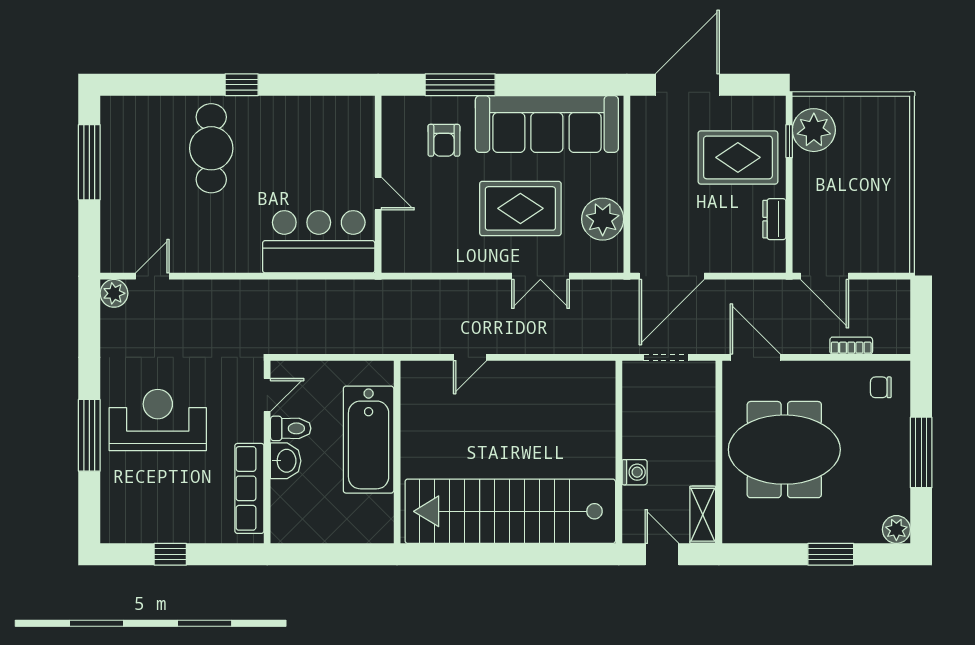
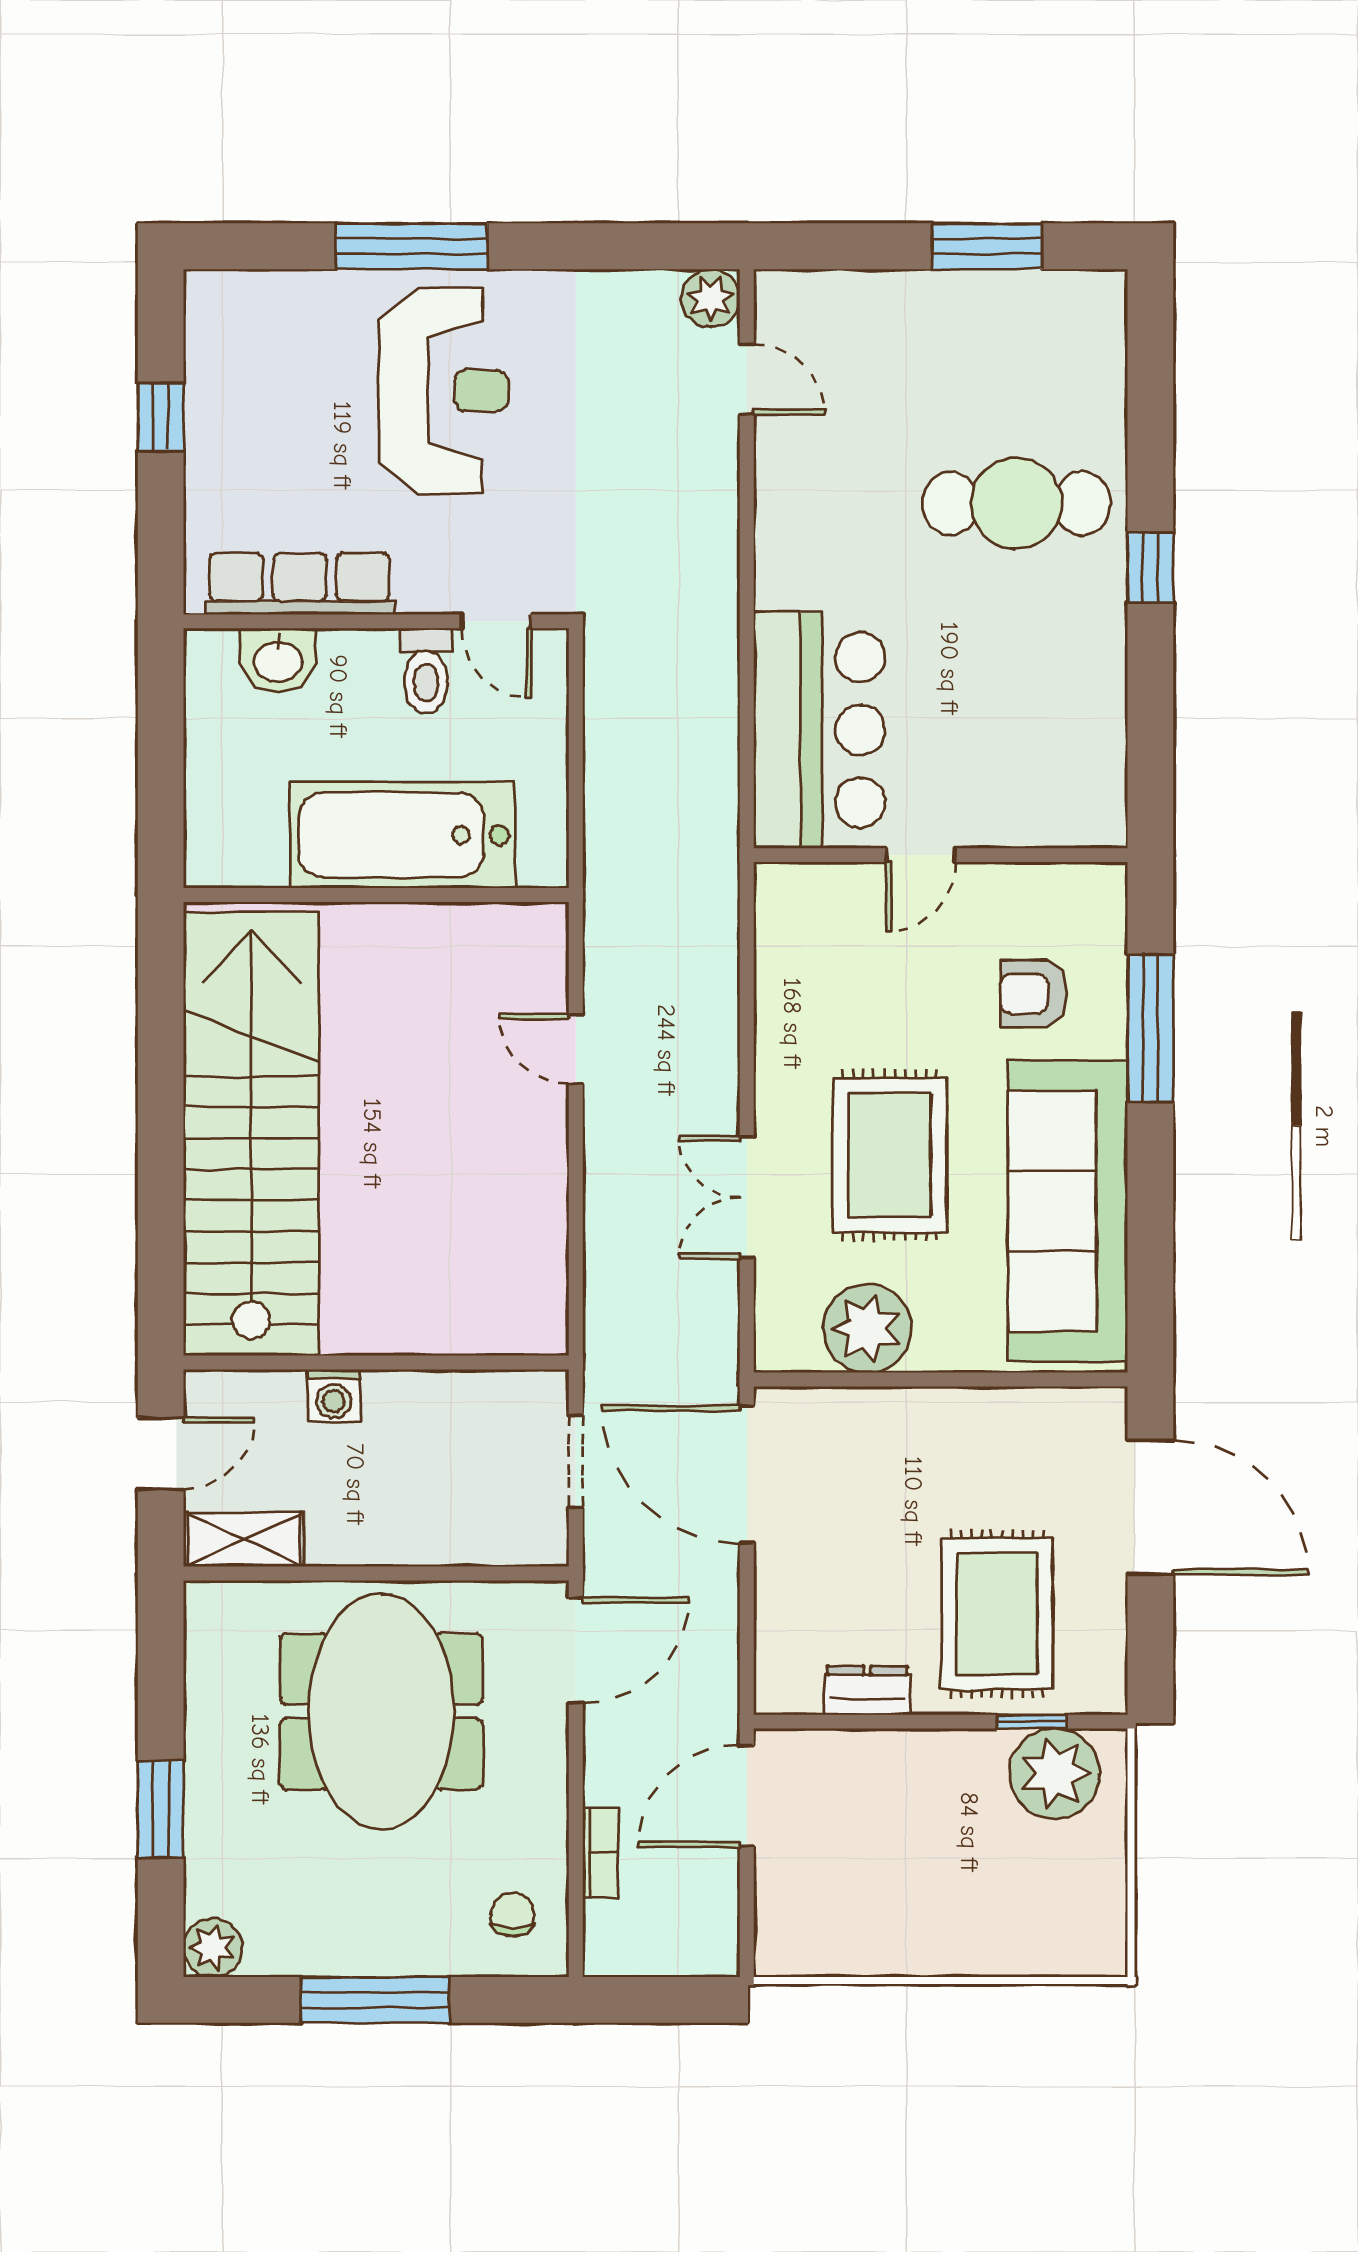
window: (89, 162) -> (987, 246), width x0.69
washbasin: (286, 461) -> (278, 660), moved

